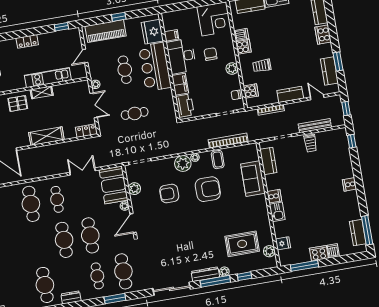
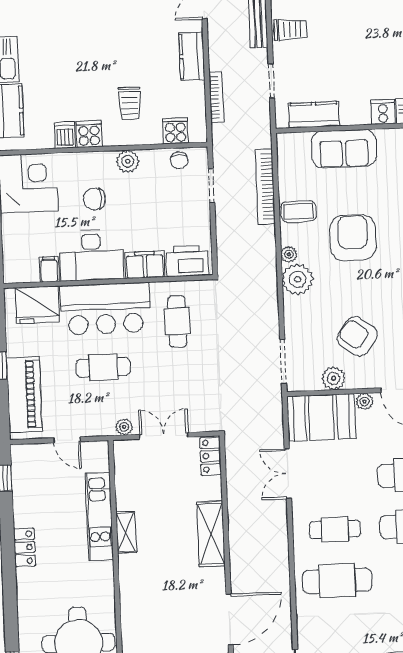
pallet: (18, 104) -> (141, 581), removed
cafe table: (135, 113) -> (177, 321), moved
armchair: (169, 193) -> (357, 337), moved, turned 126

